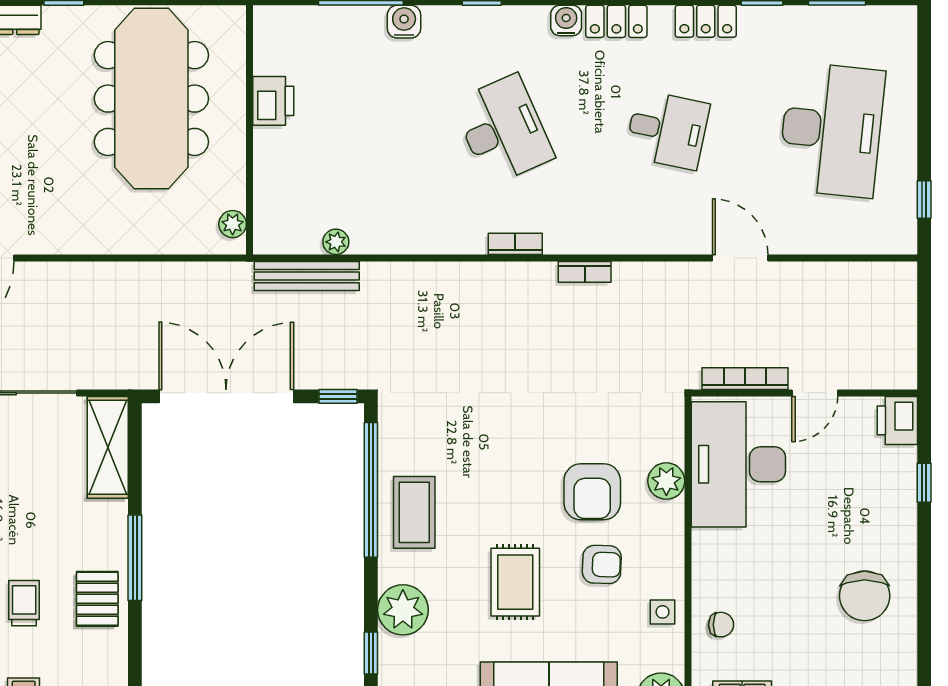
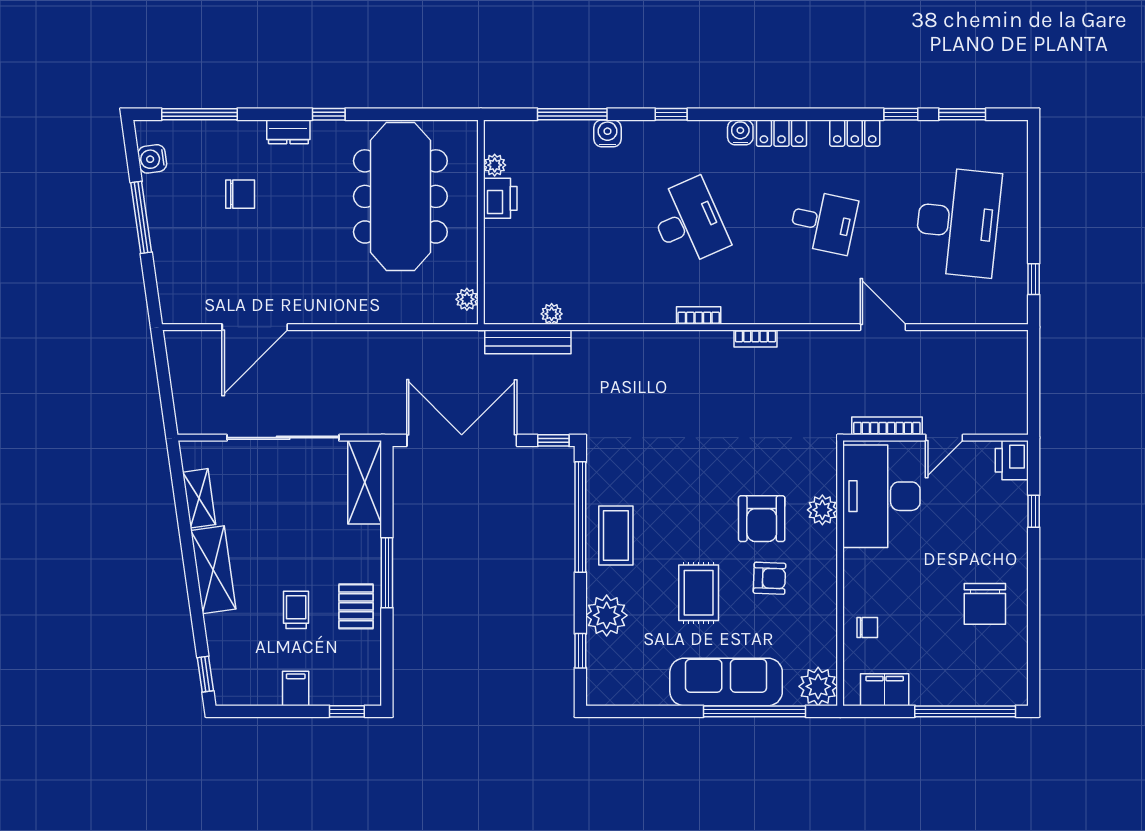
plant: (266, 60) -> (495, 165), added
side table: (663, 612) -> (819, 617), removed

